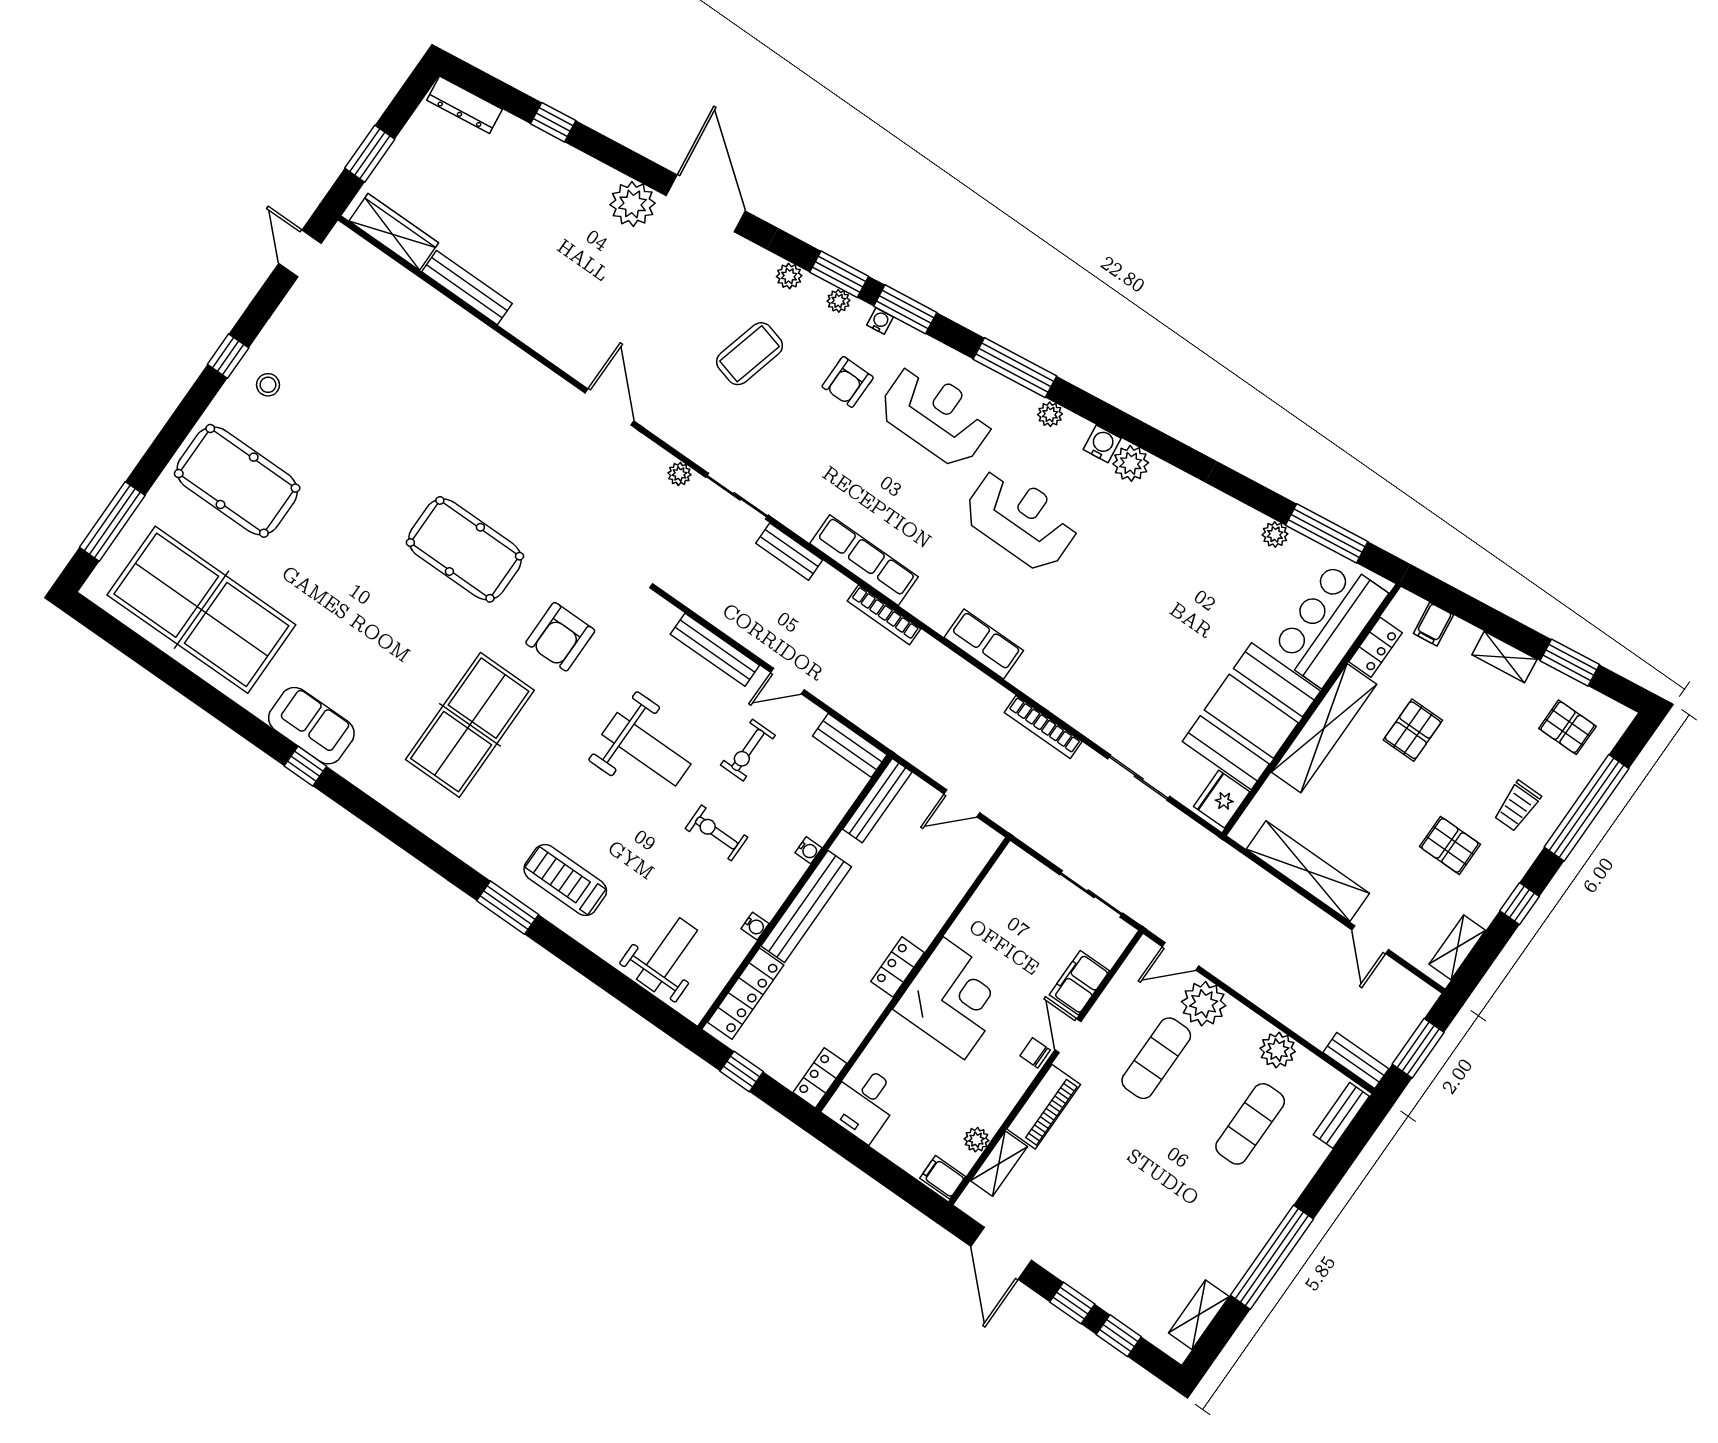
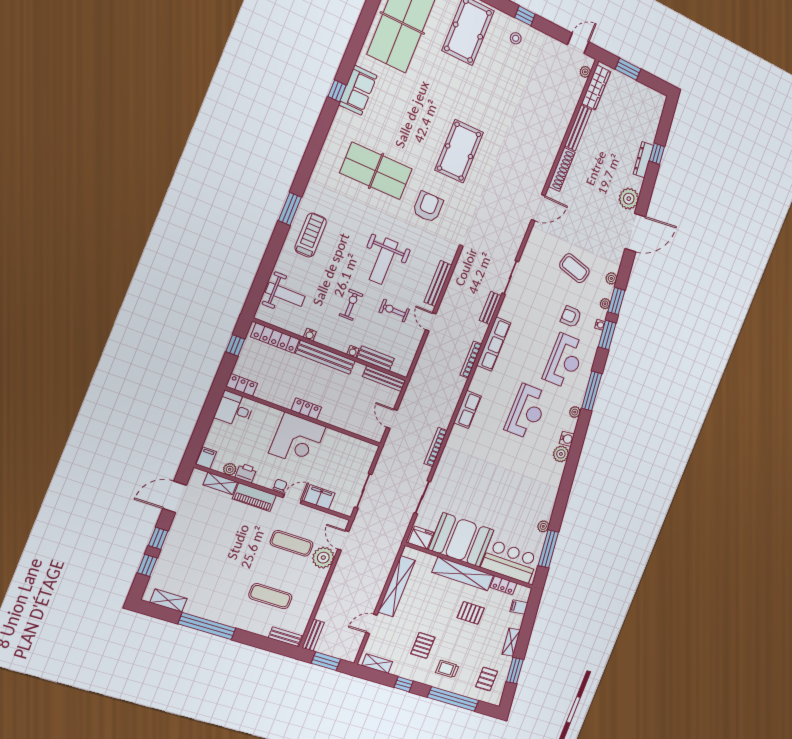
dresser: (465, 105) -> (643, 160), moved
shoe rack: (543, 340) -> (562, 169), added
plant: (679, 474) -> (585, 72), moved
armchair: (560, 637) -> (428, 207), turned 90
bench: (850, 745) -> (376, 358), moved, turned 90
plant: (1278, 1050) -> (309, 598), removed
printer: (992, 1111) -> (246, 473), added

